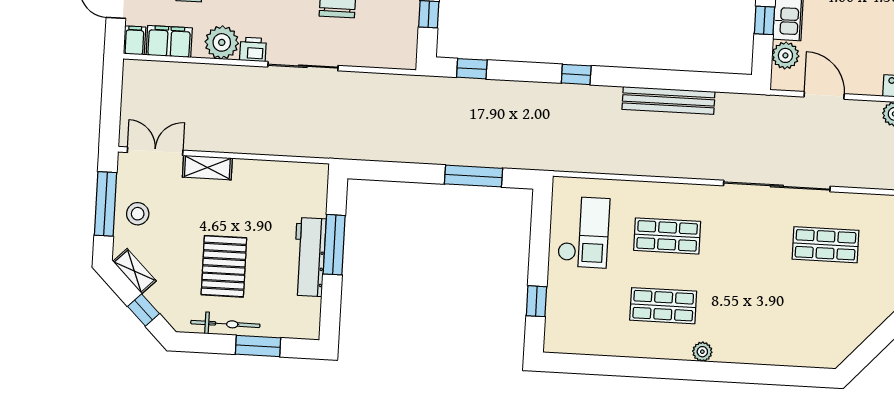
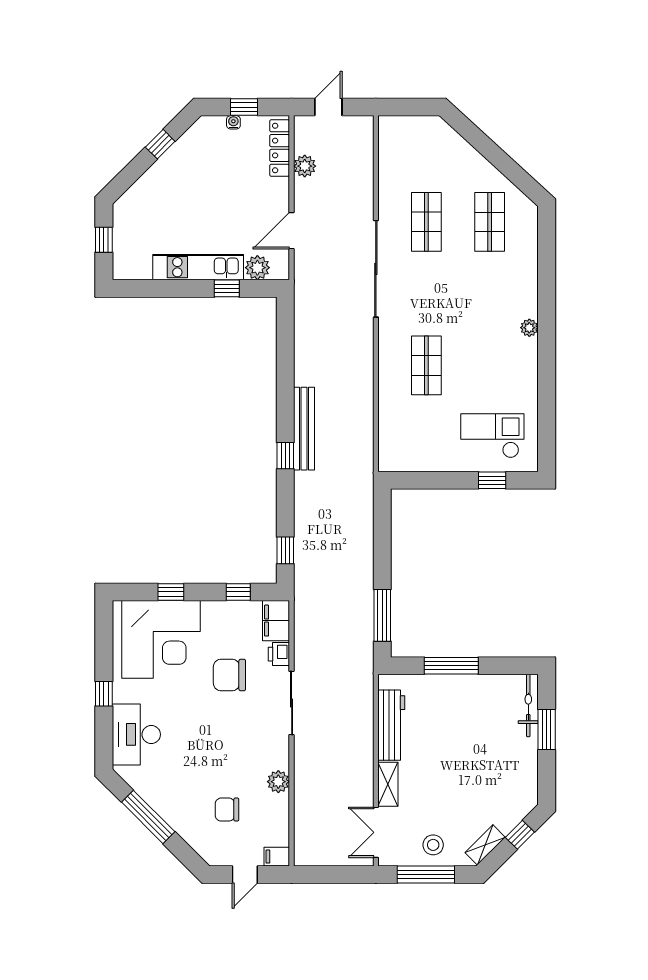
filing cabinet: (169, 41) -> (276, 621), moved
plant: (222, 42) -> (278, 782), width x0.73, depth x0.73
printer: (253, 49) -> (279, 654), moved
bench: (668, 100) -> (304, 429), moved
window: (473, 176) -> (382, 615), moved
checkout: (584, 232) -> (492, 436), moved
workbench: (310, 257) -> (391, 725), moved, turned -90
pallet: (224, 266) -> (476, 764), removed
shop shelf: (663, 306) -> (490, 222), moved
bicycle: (225, 324) -> (528, 706), moved

